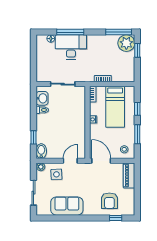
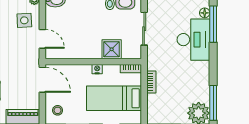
window: (70, 32) -> (213, 24), moved
shower: (78, 109) -> (112, 49), added
door: (101, 161) -> (42, 80), hinge flipped

